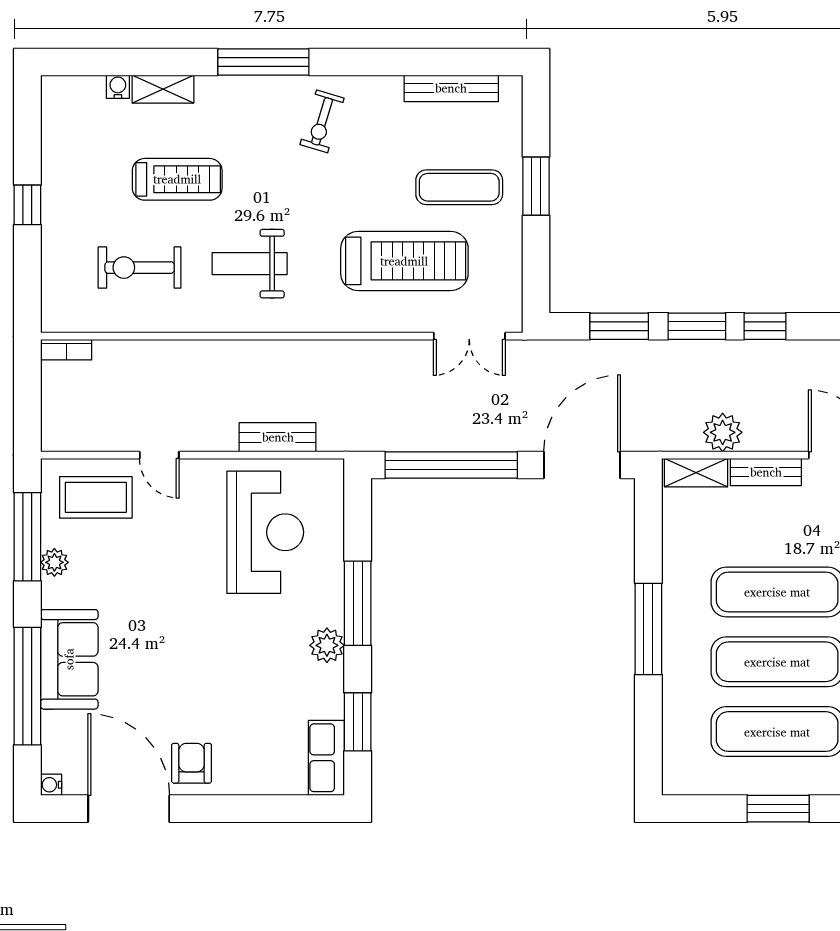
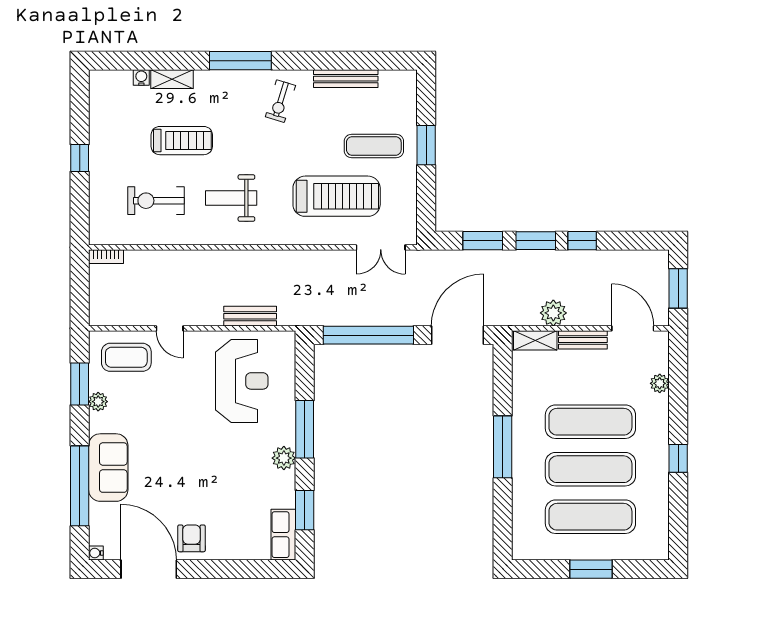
bench: (451, 88) -> (346, 79), moved
window: (27, 537) -> (80, 384), width x0.69

